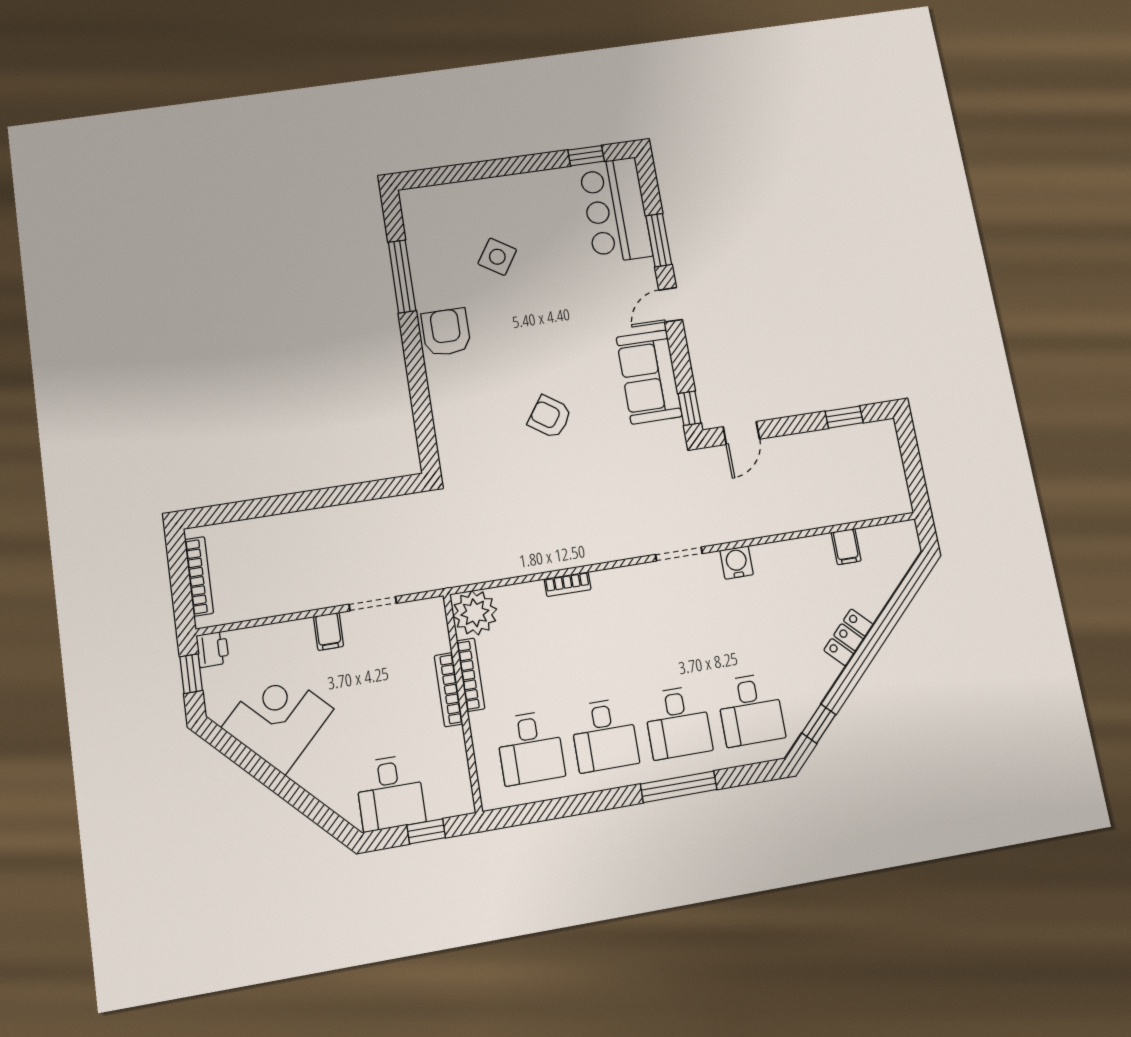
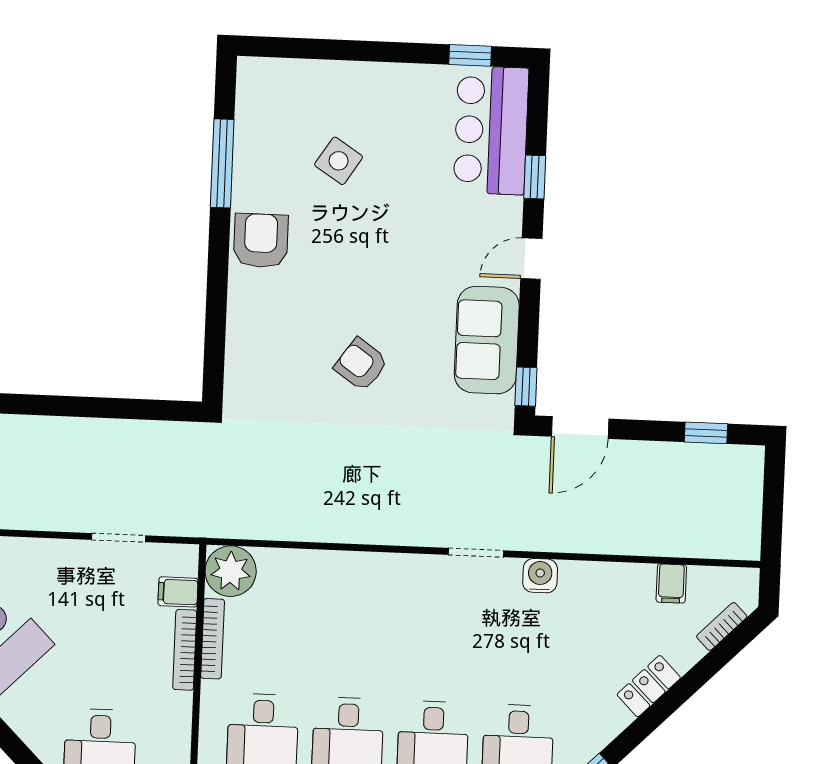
window: (659, 240) -> (535, 177), width x0.67
door: (741, 433) -> (580, 428), width x1.38
bookcase: (568, 584) -> (722, 626), moved, turned 135
filing cabinet: (329, 631) -> (178, 592), moved, turned 90

